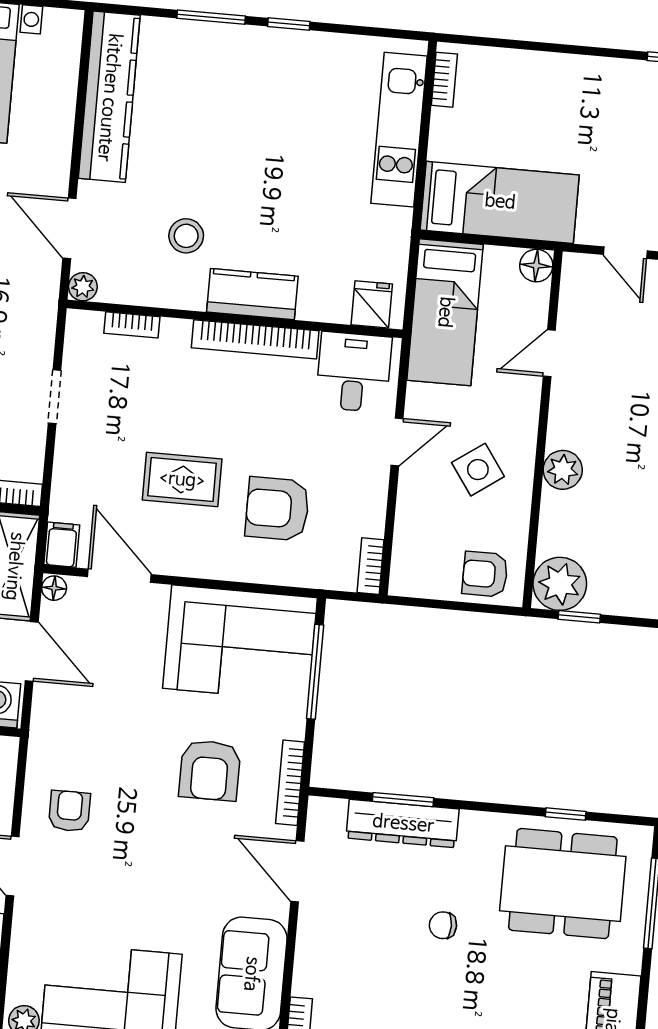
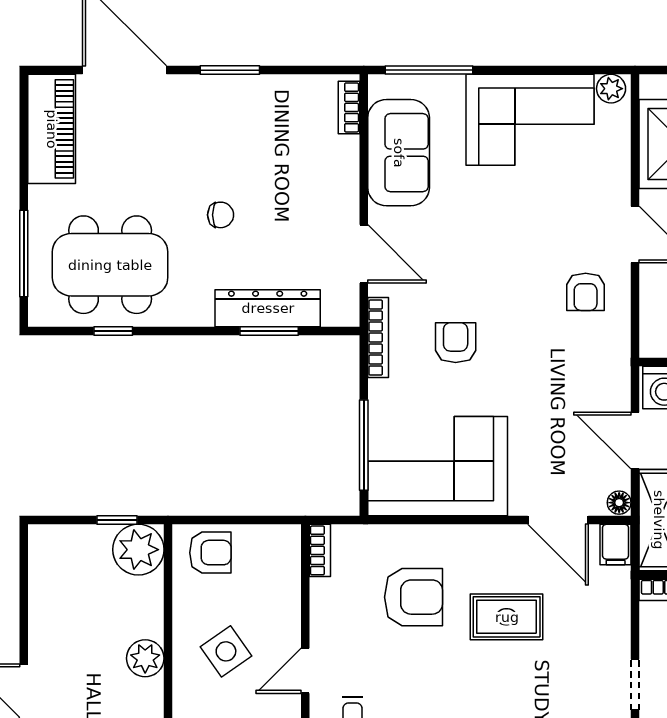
armchair: (210, 770) -> (456, 343), width x0.72, depth x0.72

